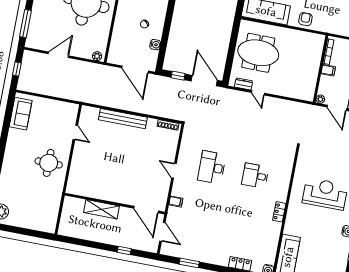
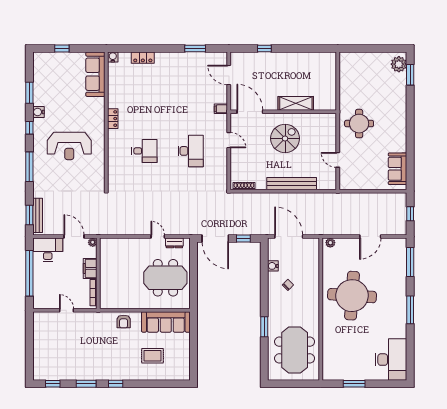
filing cabinet: (328, 70) -> (90, 268), width x2.00
spiral stairs: (121, 162) -> (285, 138), added
wall: (115, 204) -> (283, 112), moved
shelving: (101, 209) -> (296, 103), moved
door: (146, 210) -> (250, 112), moved

